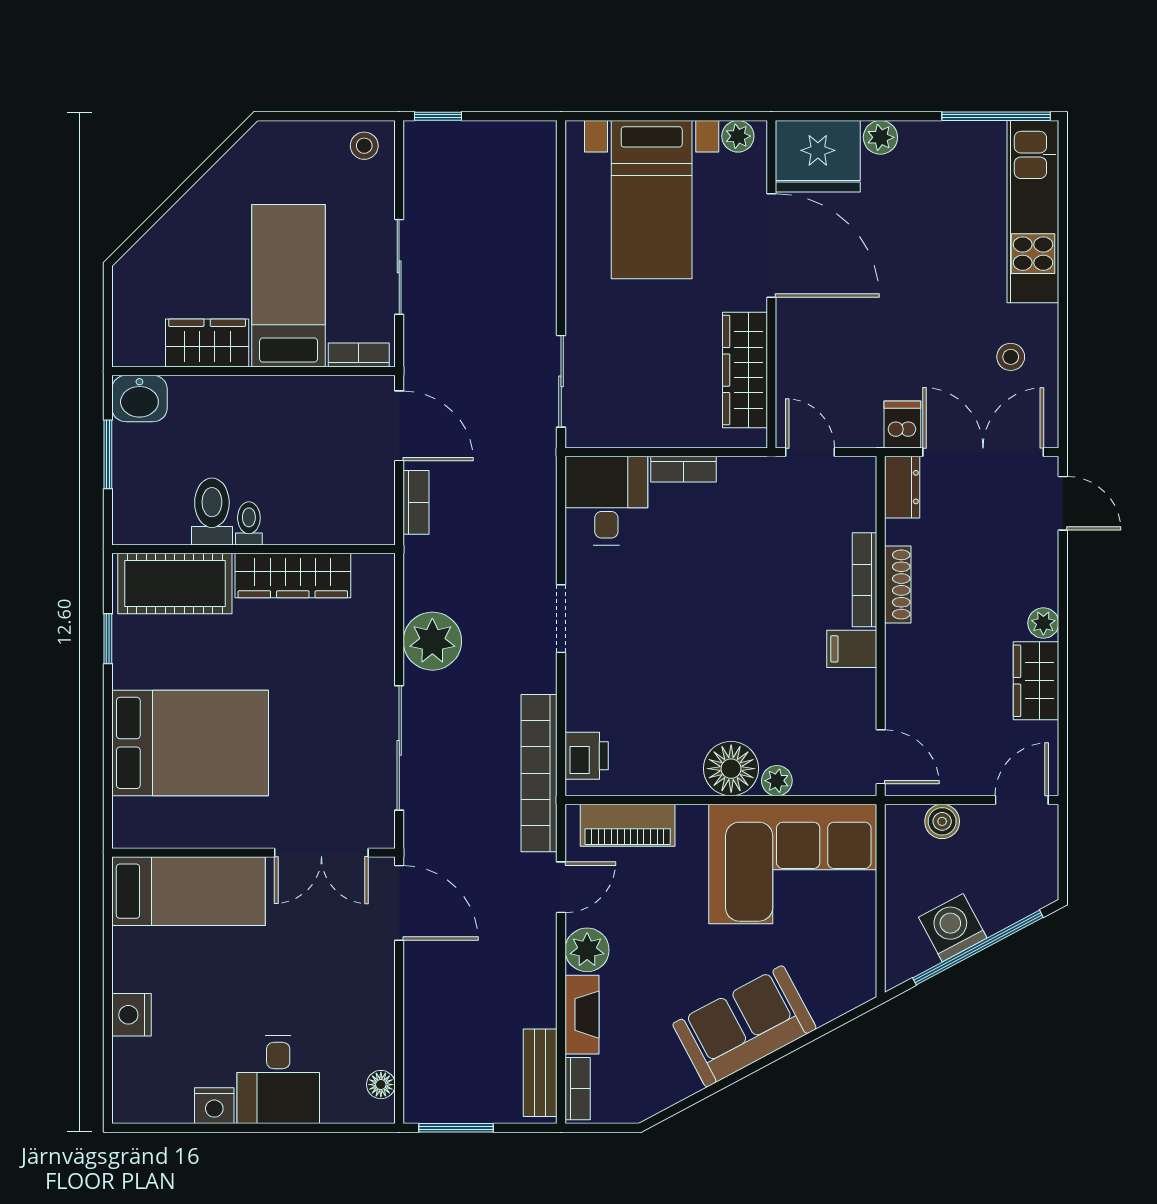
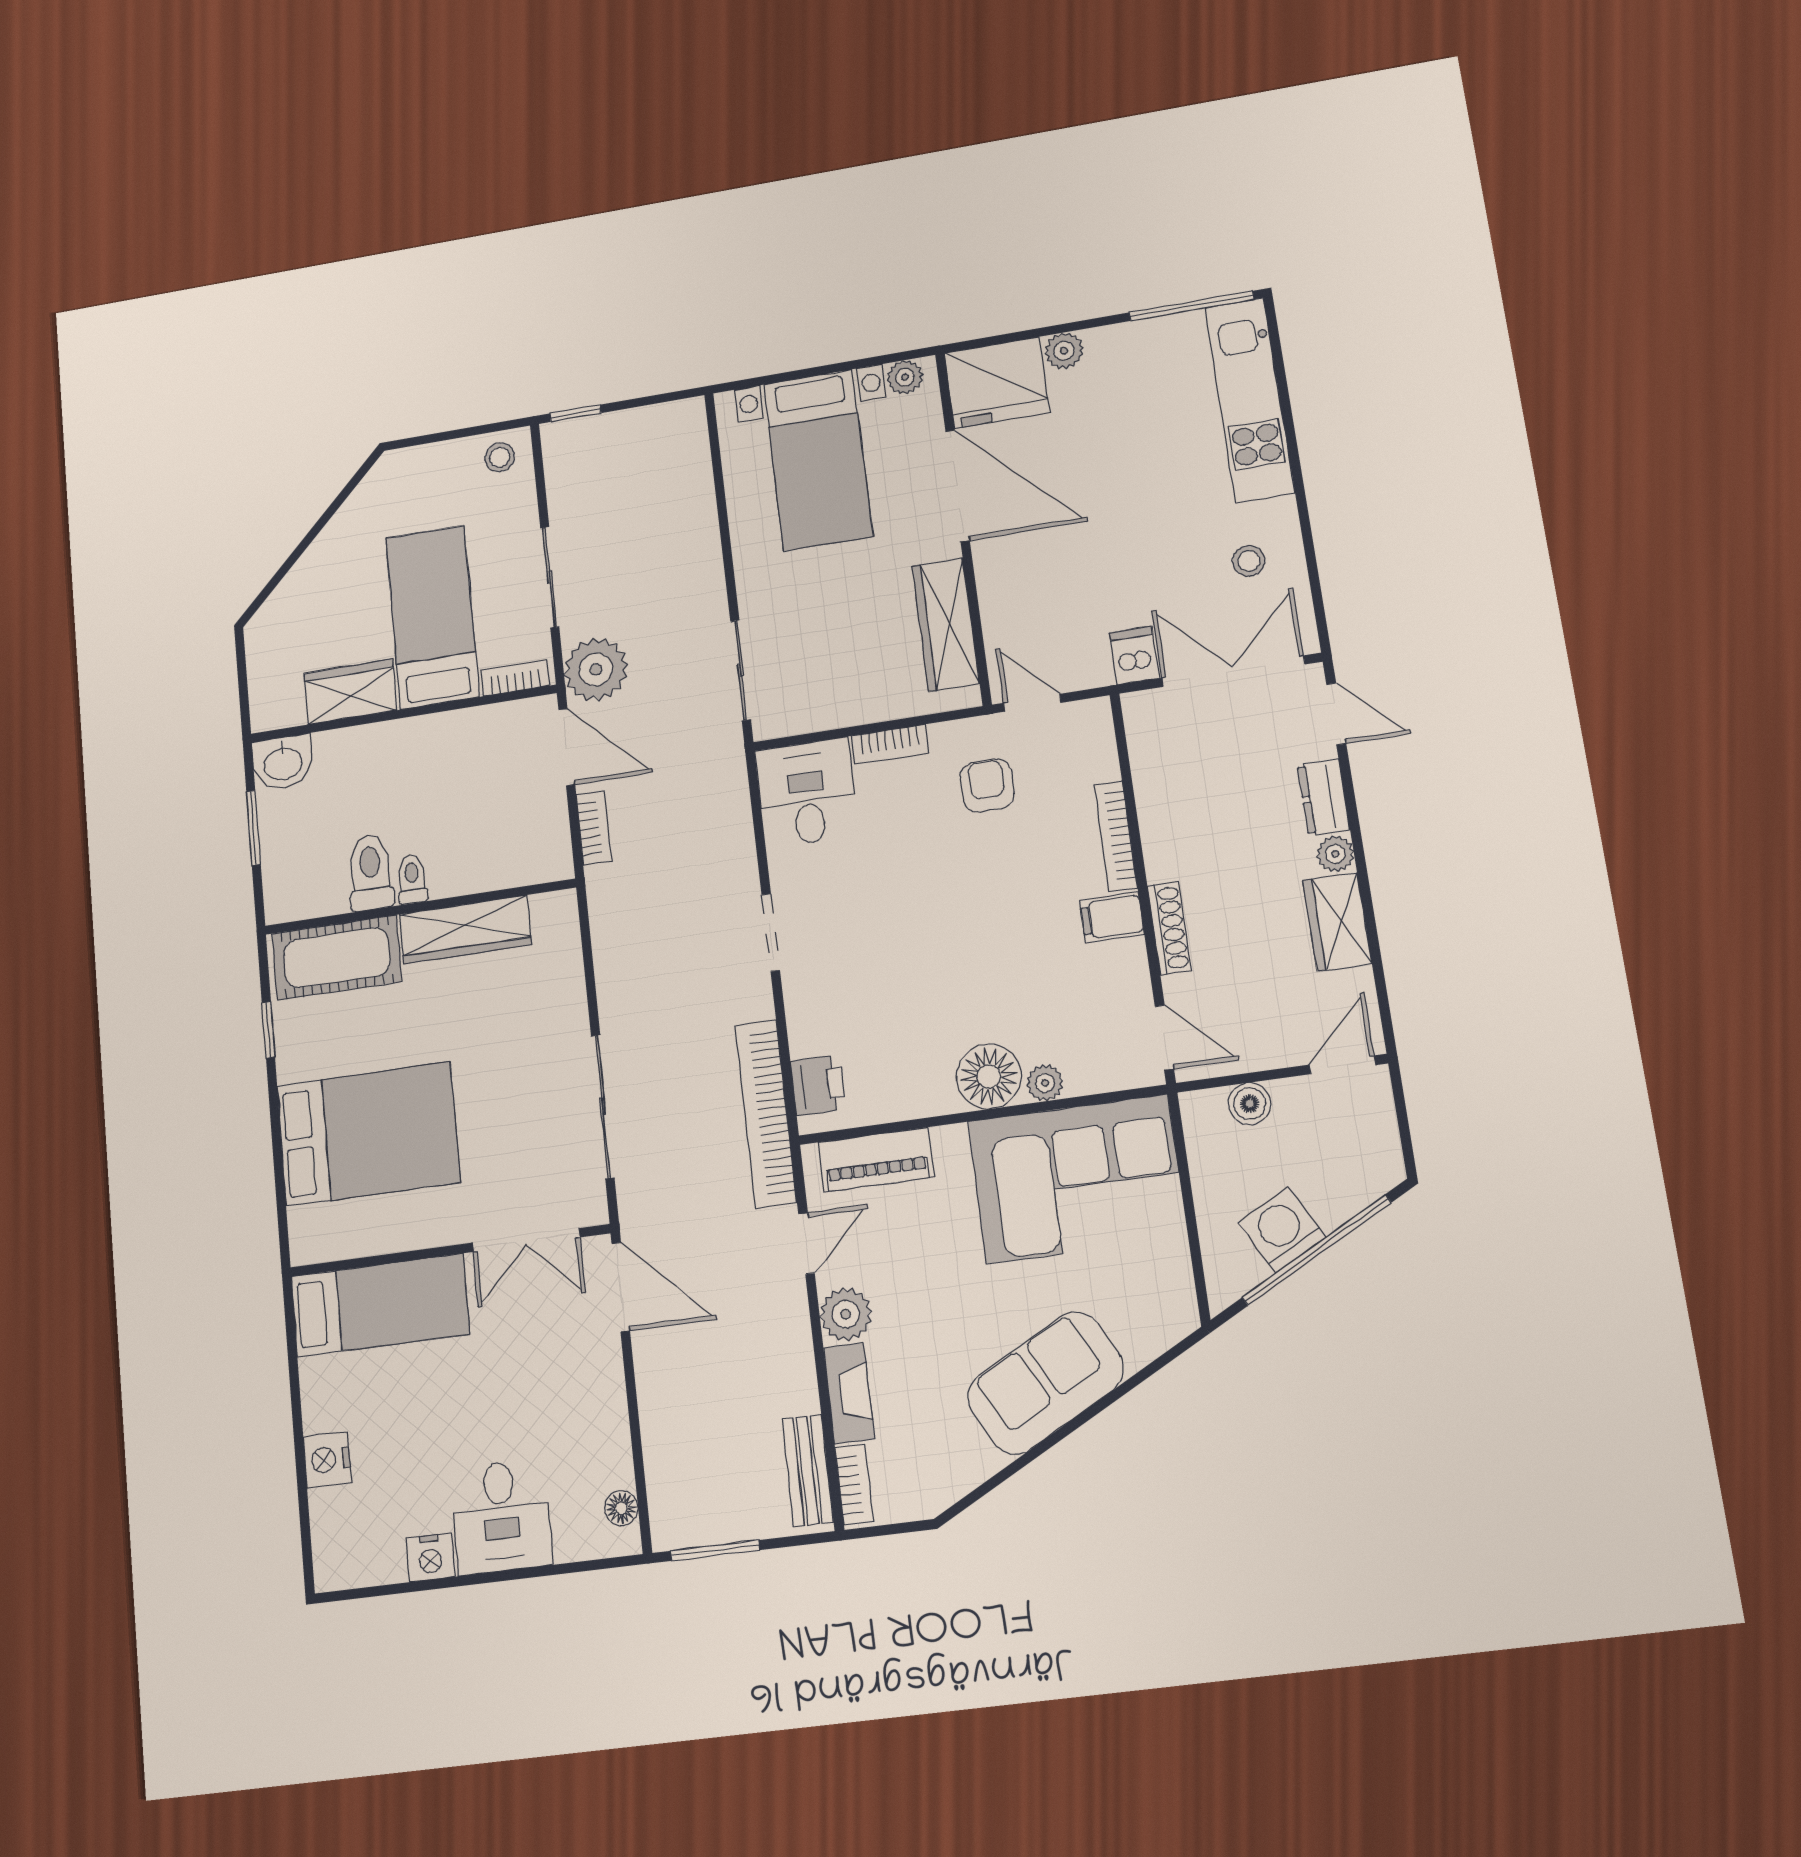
dresser: (902, 487) -> (1324, 797), moved, turned 180
armchair: (762, 519) -> (987, 785), added
shoe rack: (898, 584) -> (1169, 928), moved
plant: (432, 641) -> (596, 669), moved

